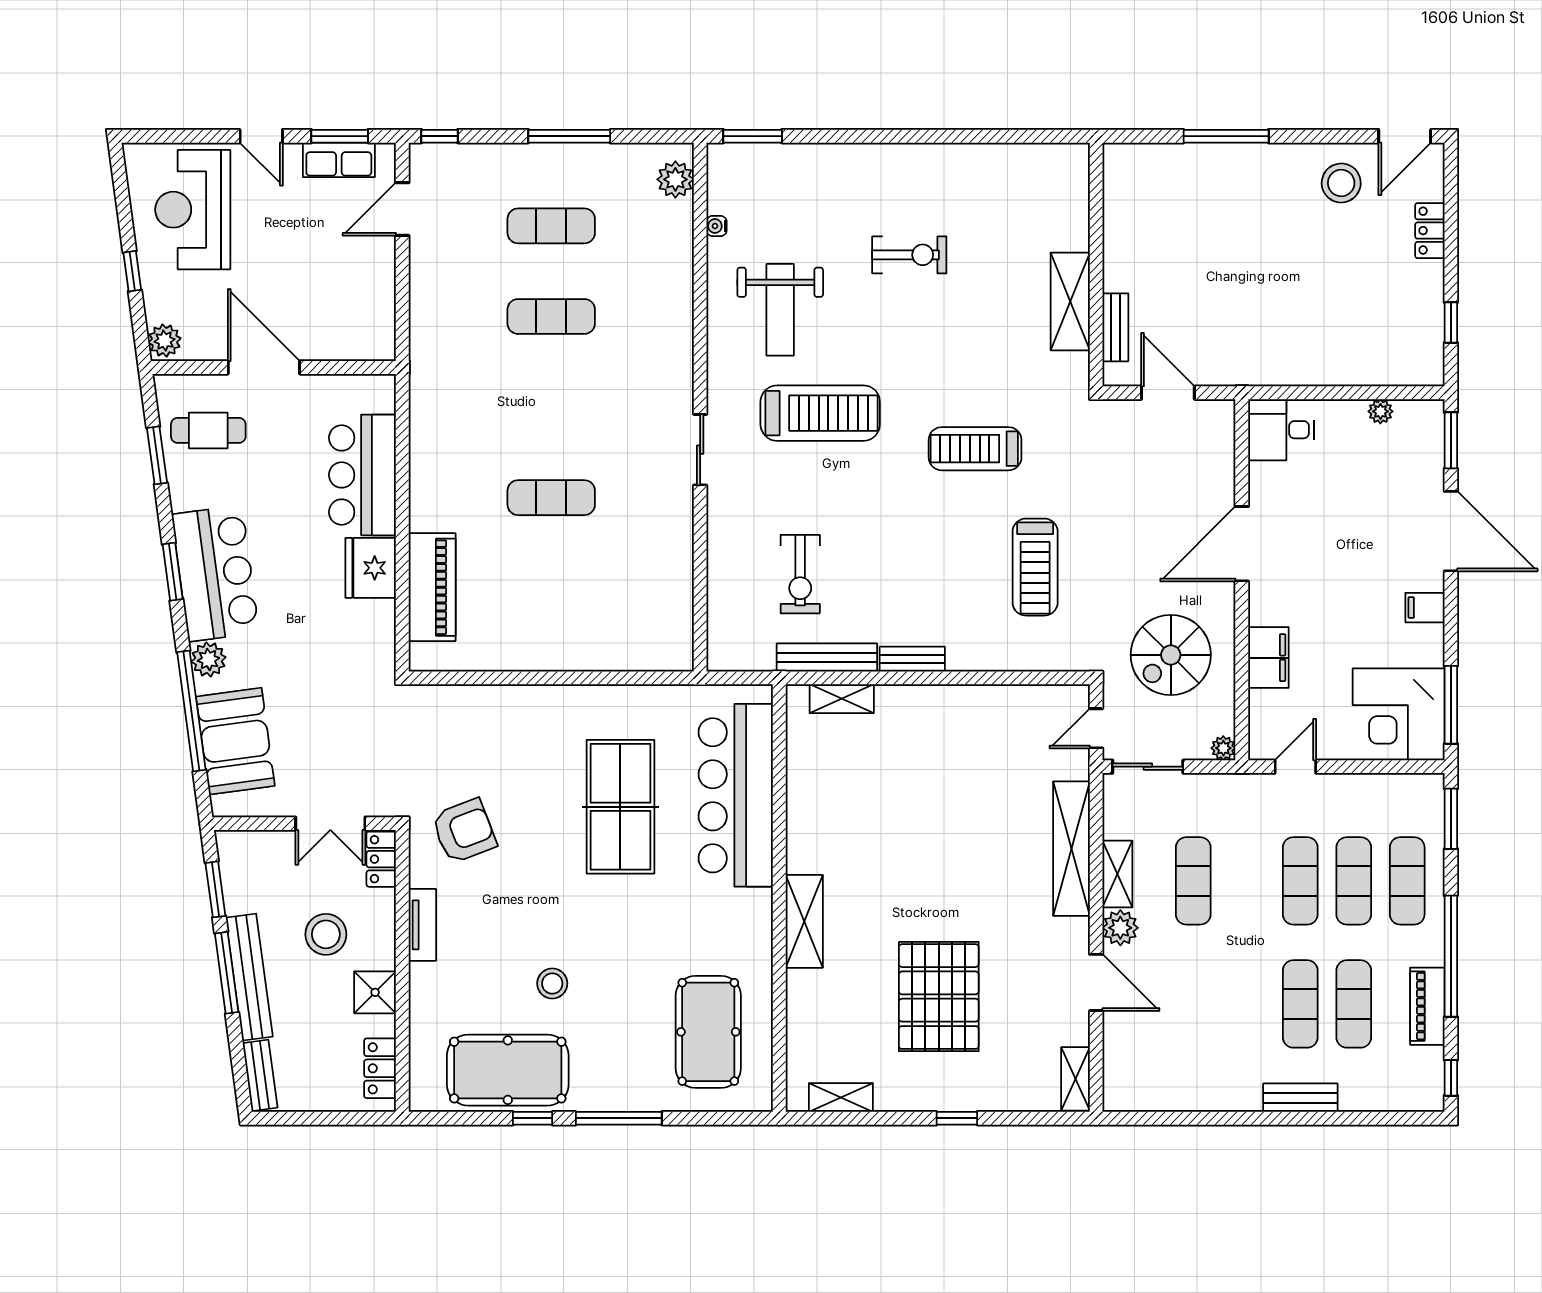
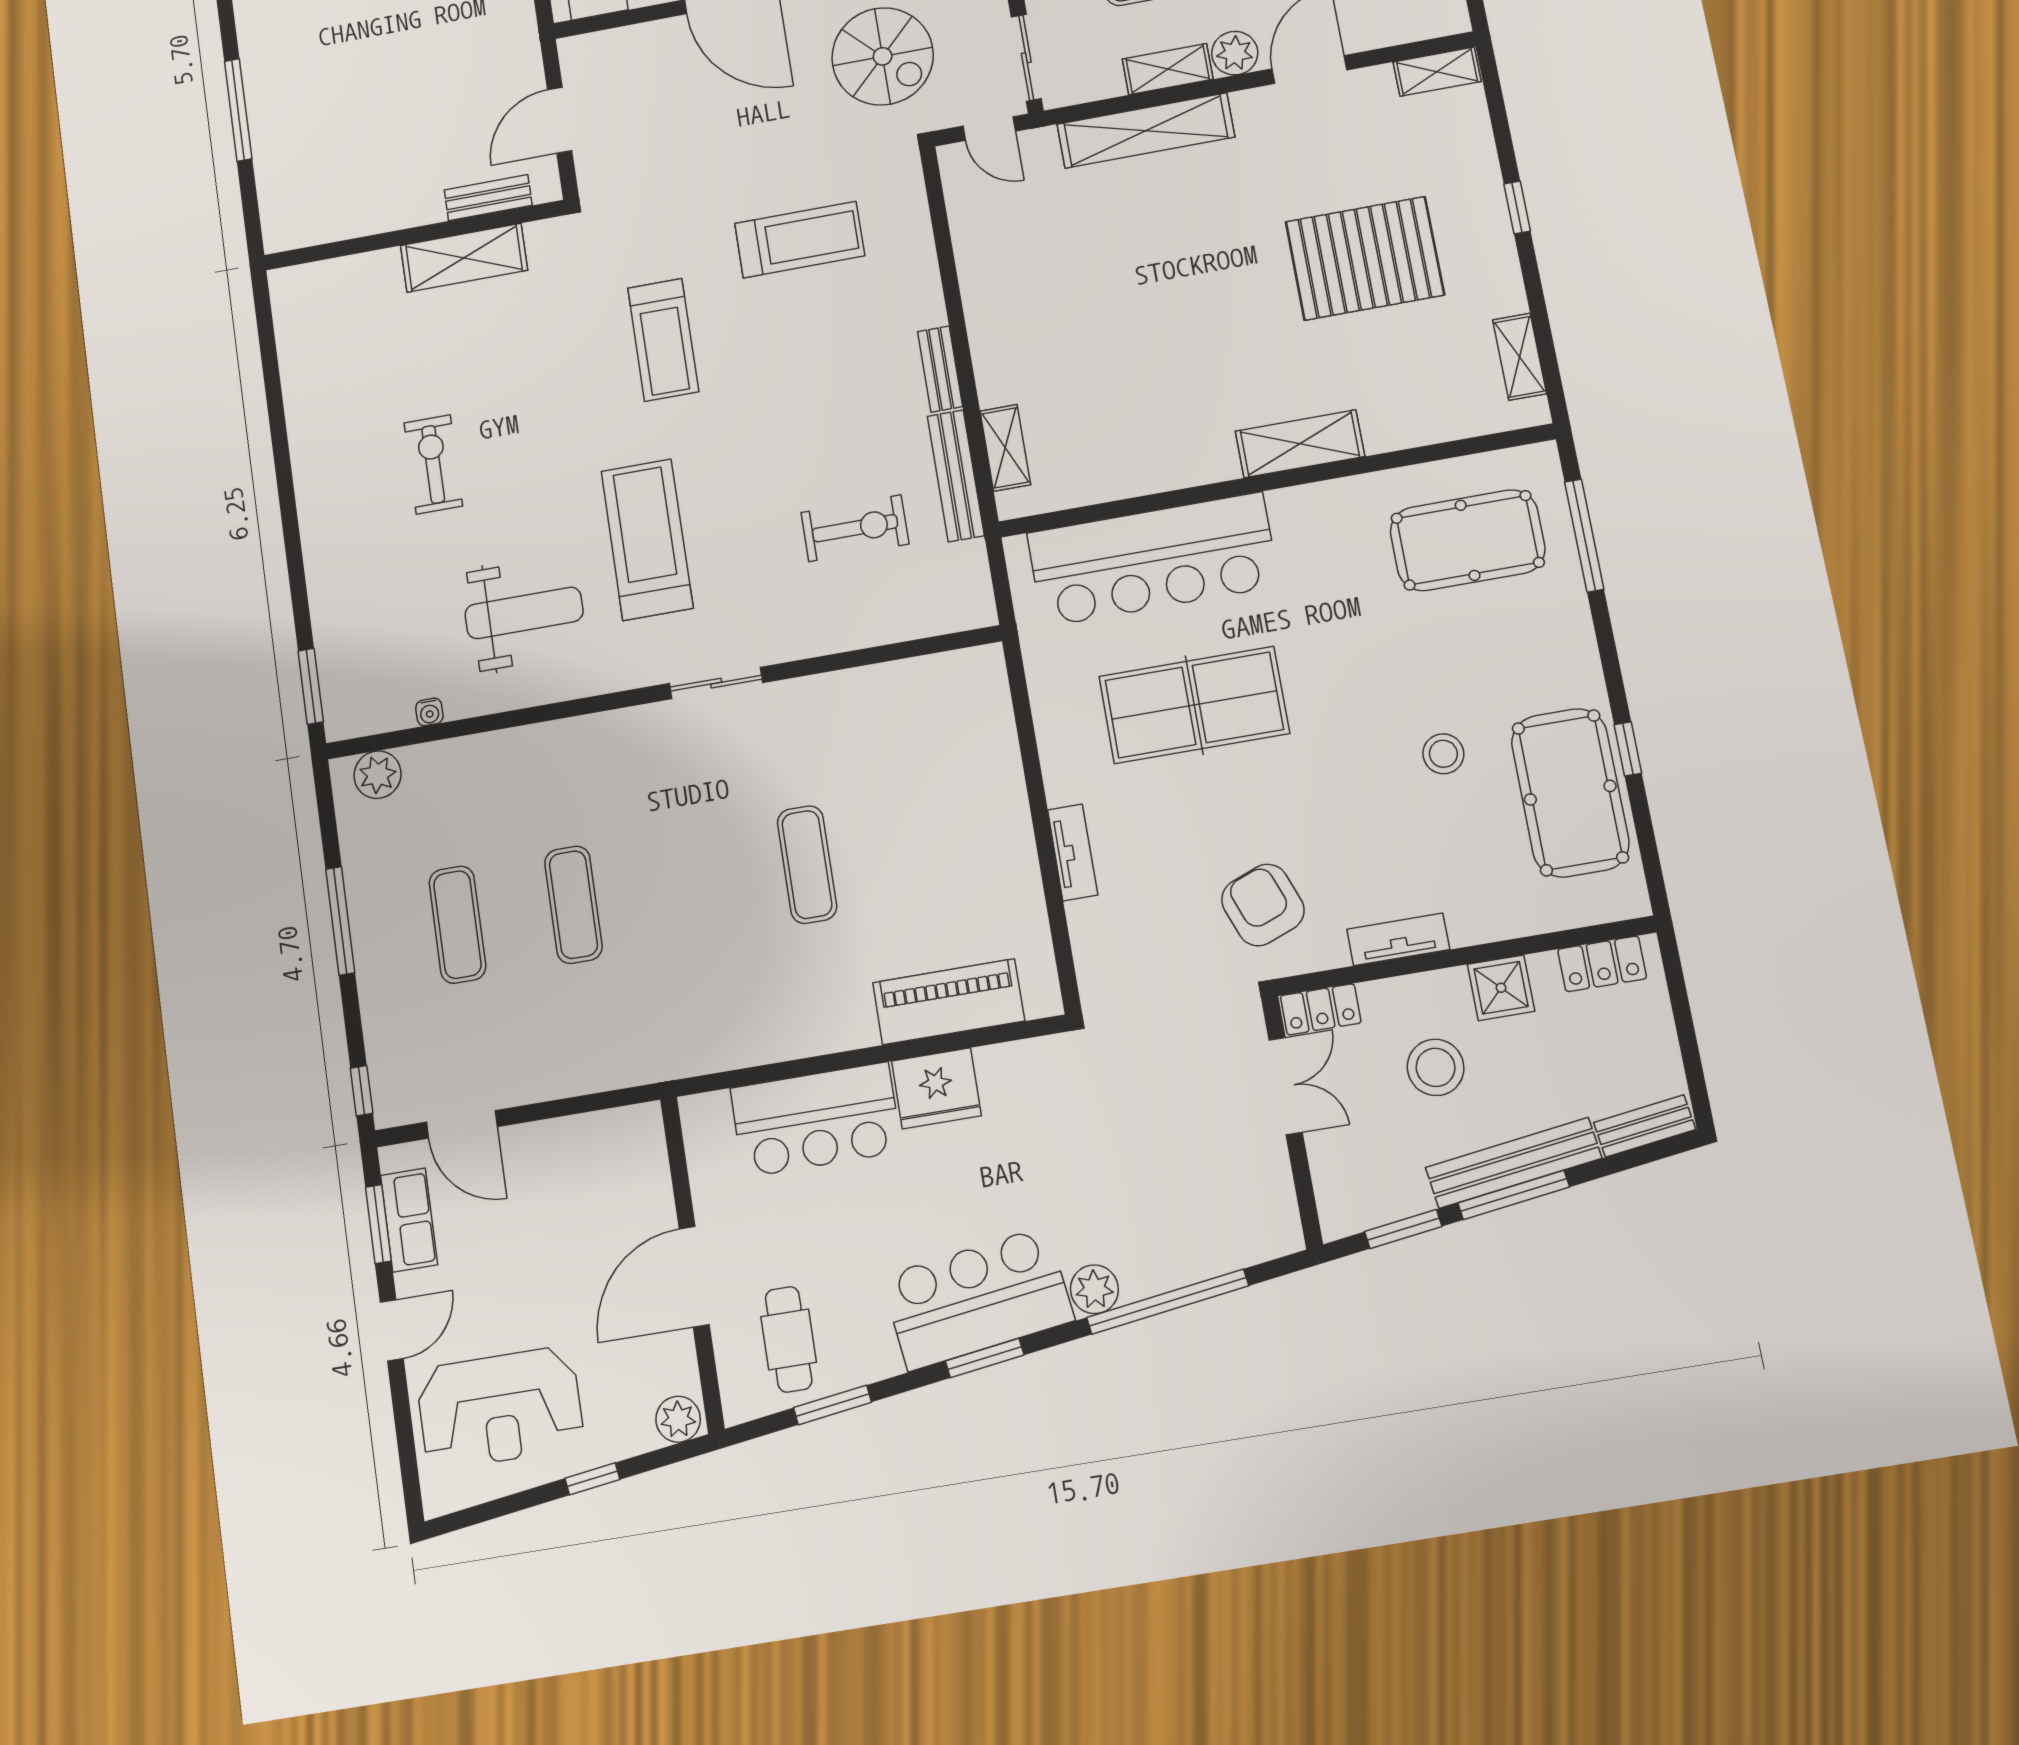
tv unit: (526, 697) -> (1073, 852), added
booth: (235, 741) -> (1198, 1234), removed
window: (619, 1118) -> (1584, 536), moved

